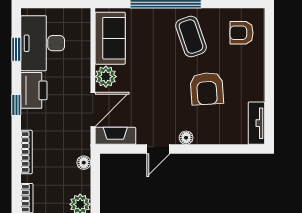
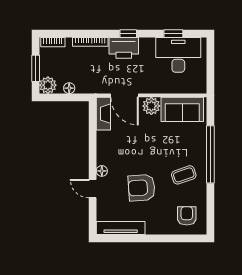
coffee table: (191, 36) -> (184, 175), width x0.73, depth x0.77
printer: (34, 90) -> (124, 48), moved
tv unit: (256, 123) -> (121, 228), width x1.41
door: (158, 149) -> (93, 189), moved
floor lamp: (84, 163) -> (69, 88), moved

